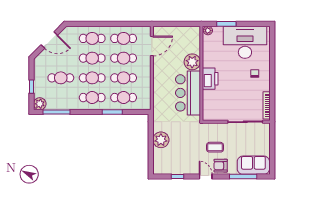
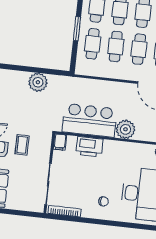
printer: (210, 79) -> (89, 147), moved
filing cabinet: (209, 116) -> (60, 142), added

